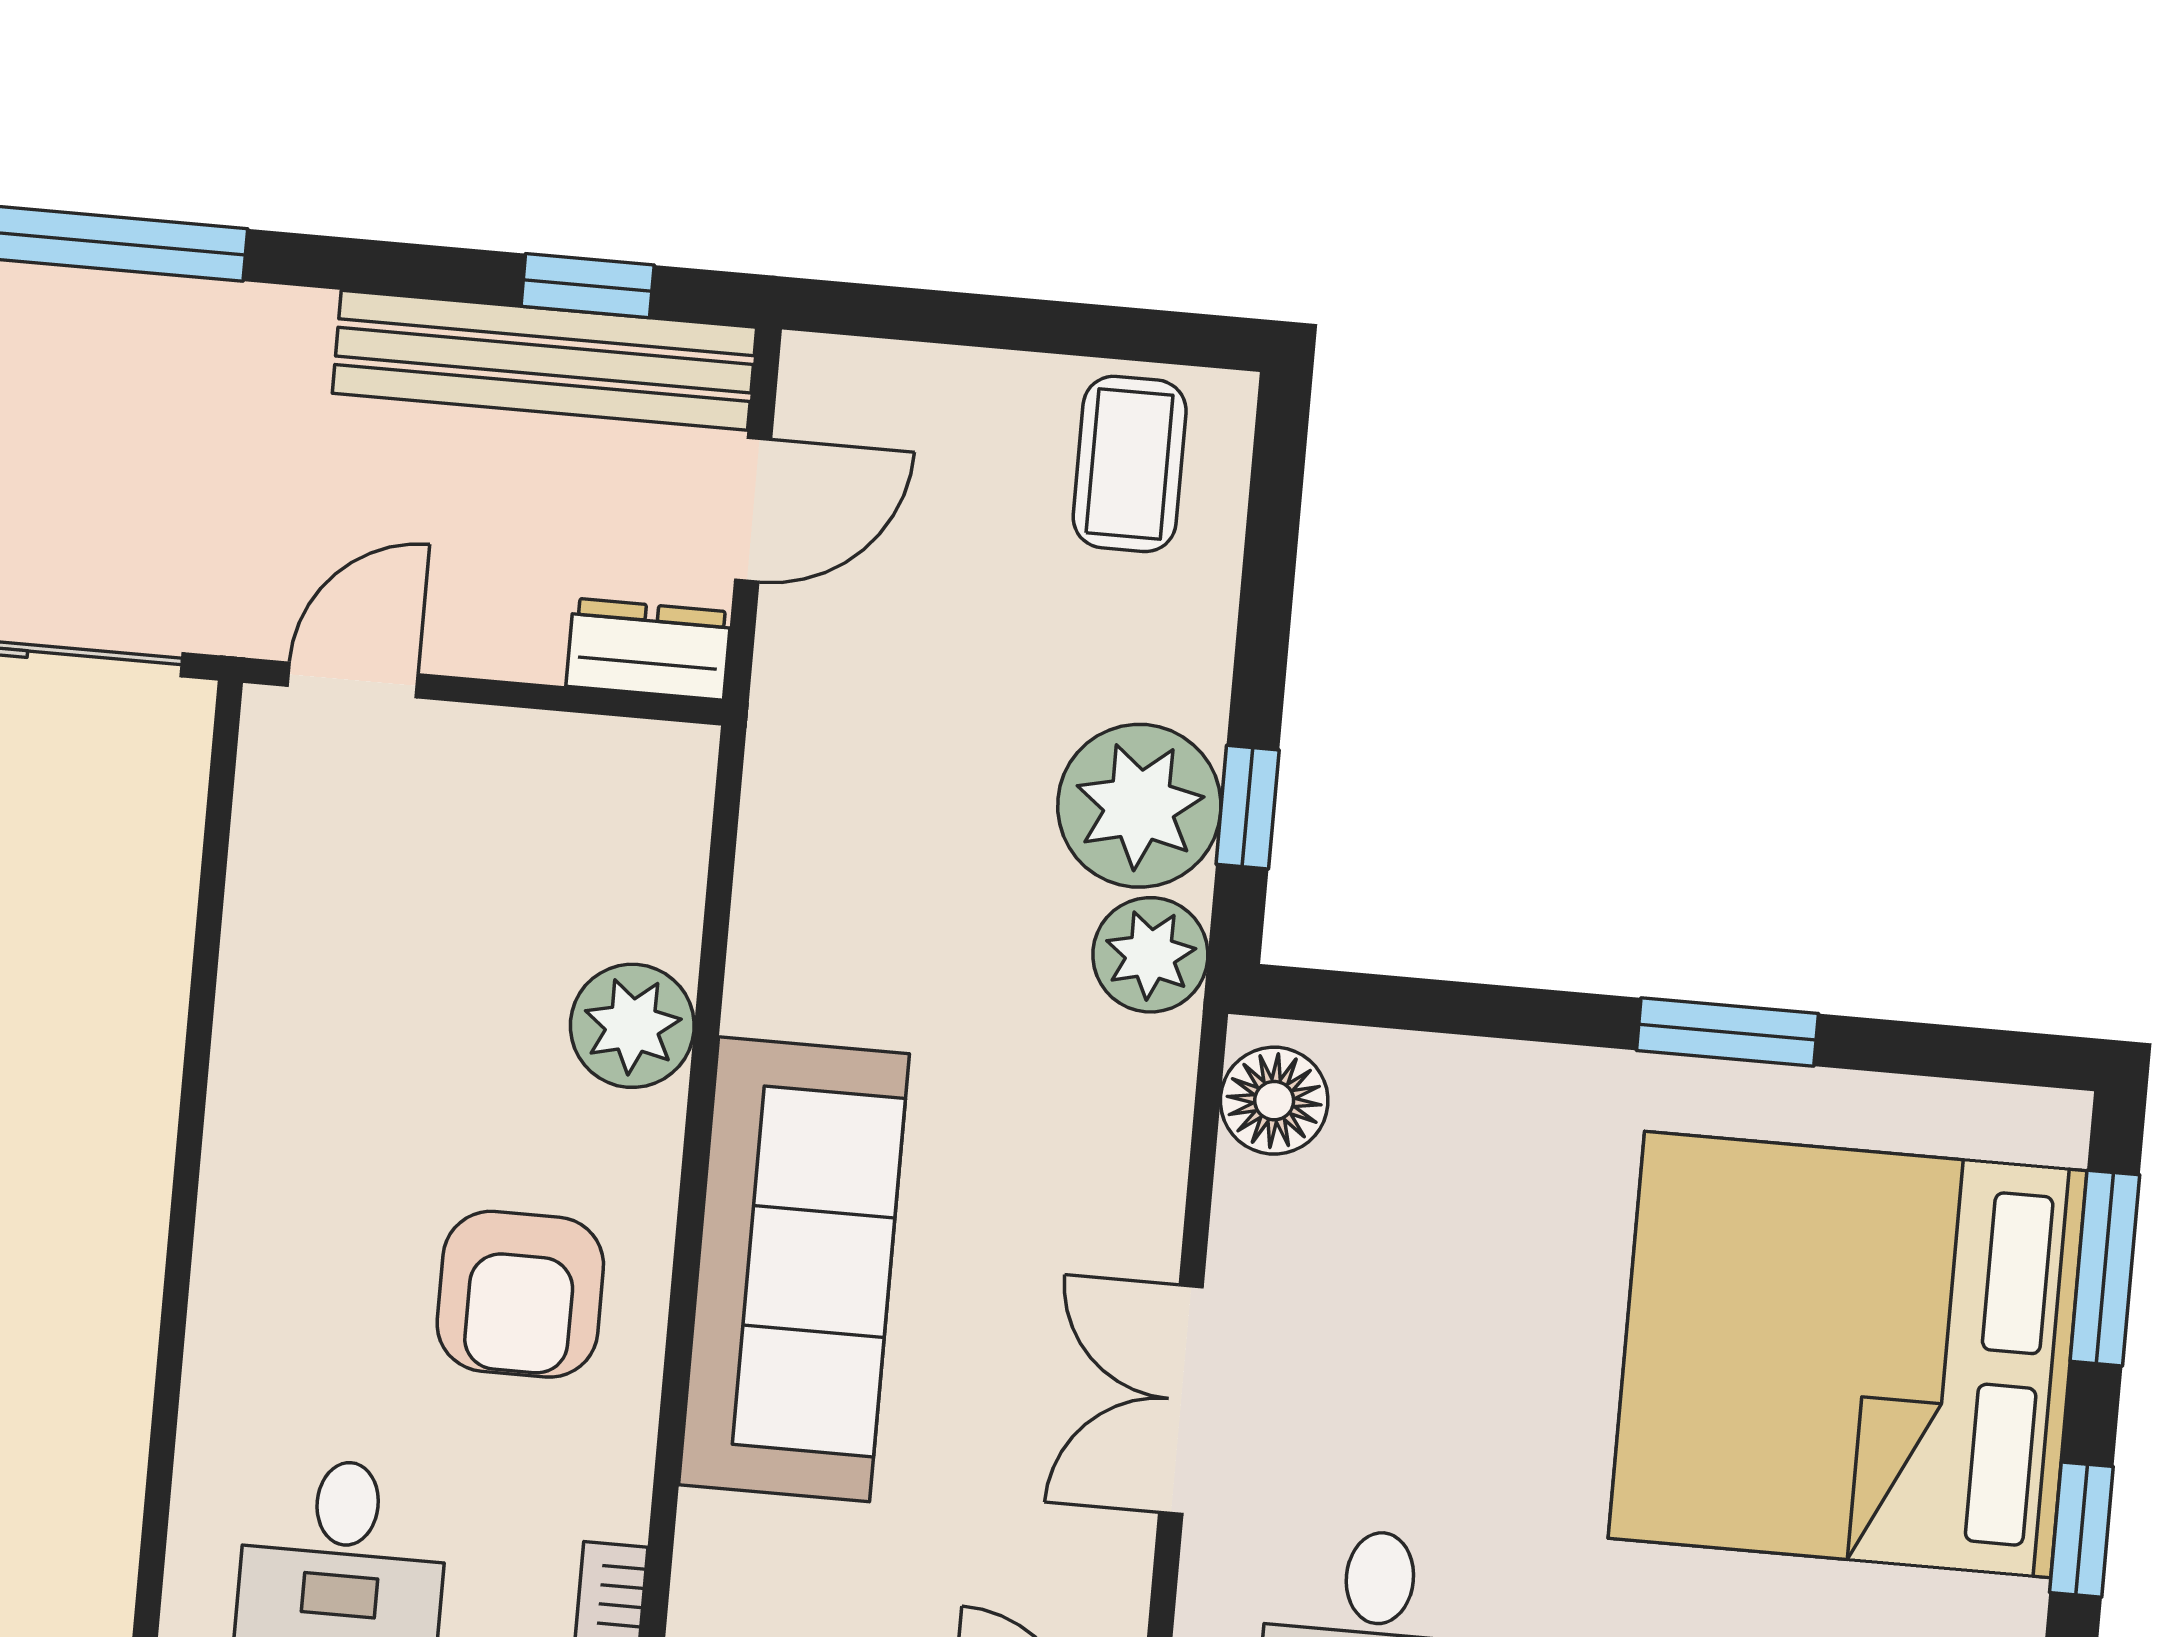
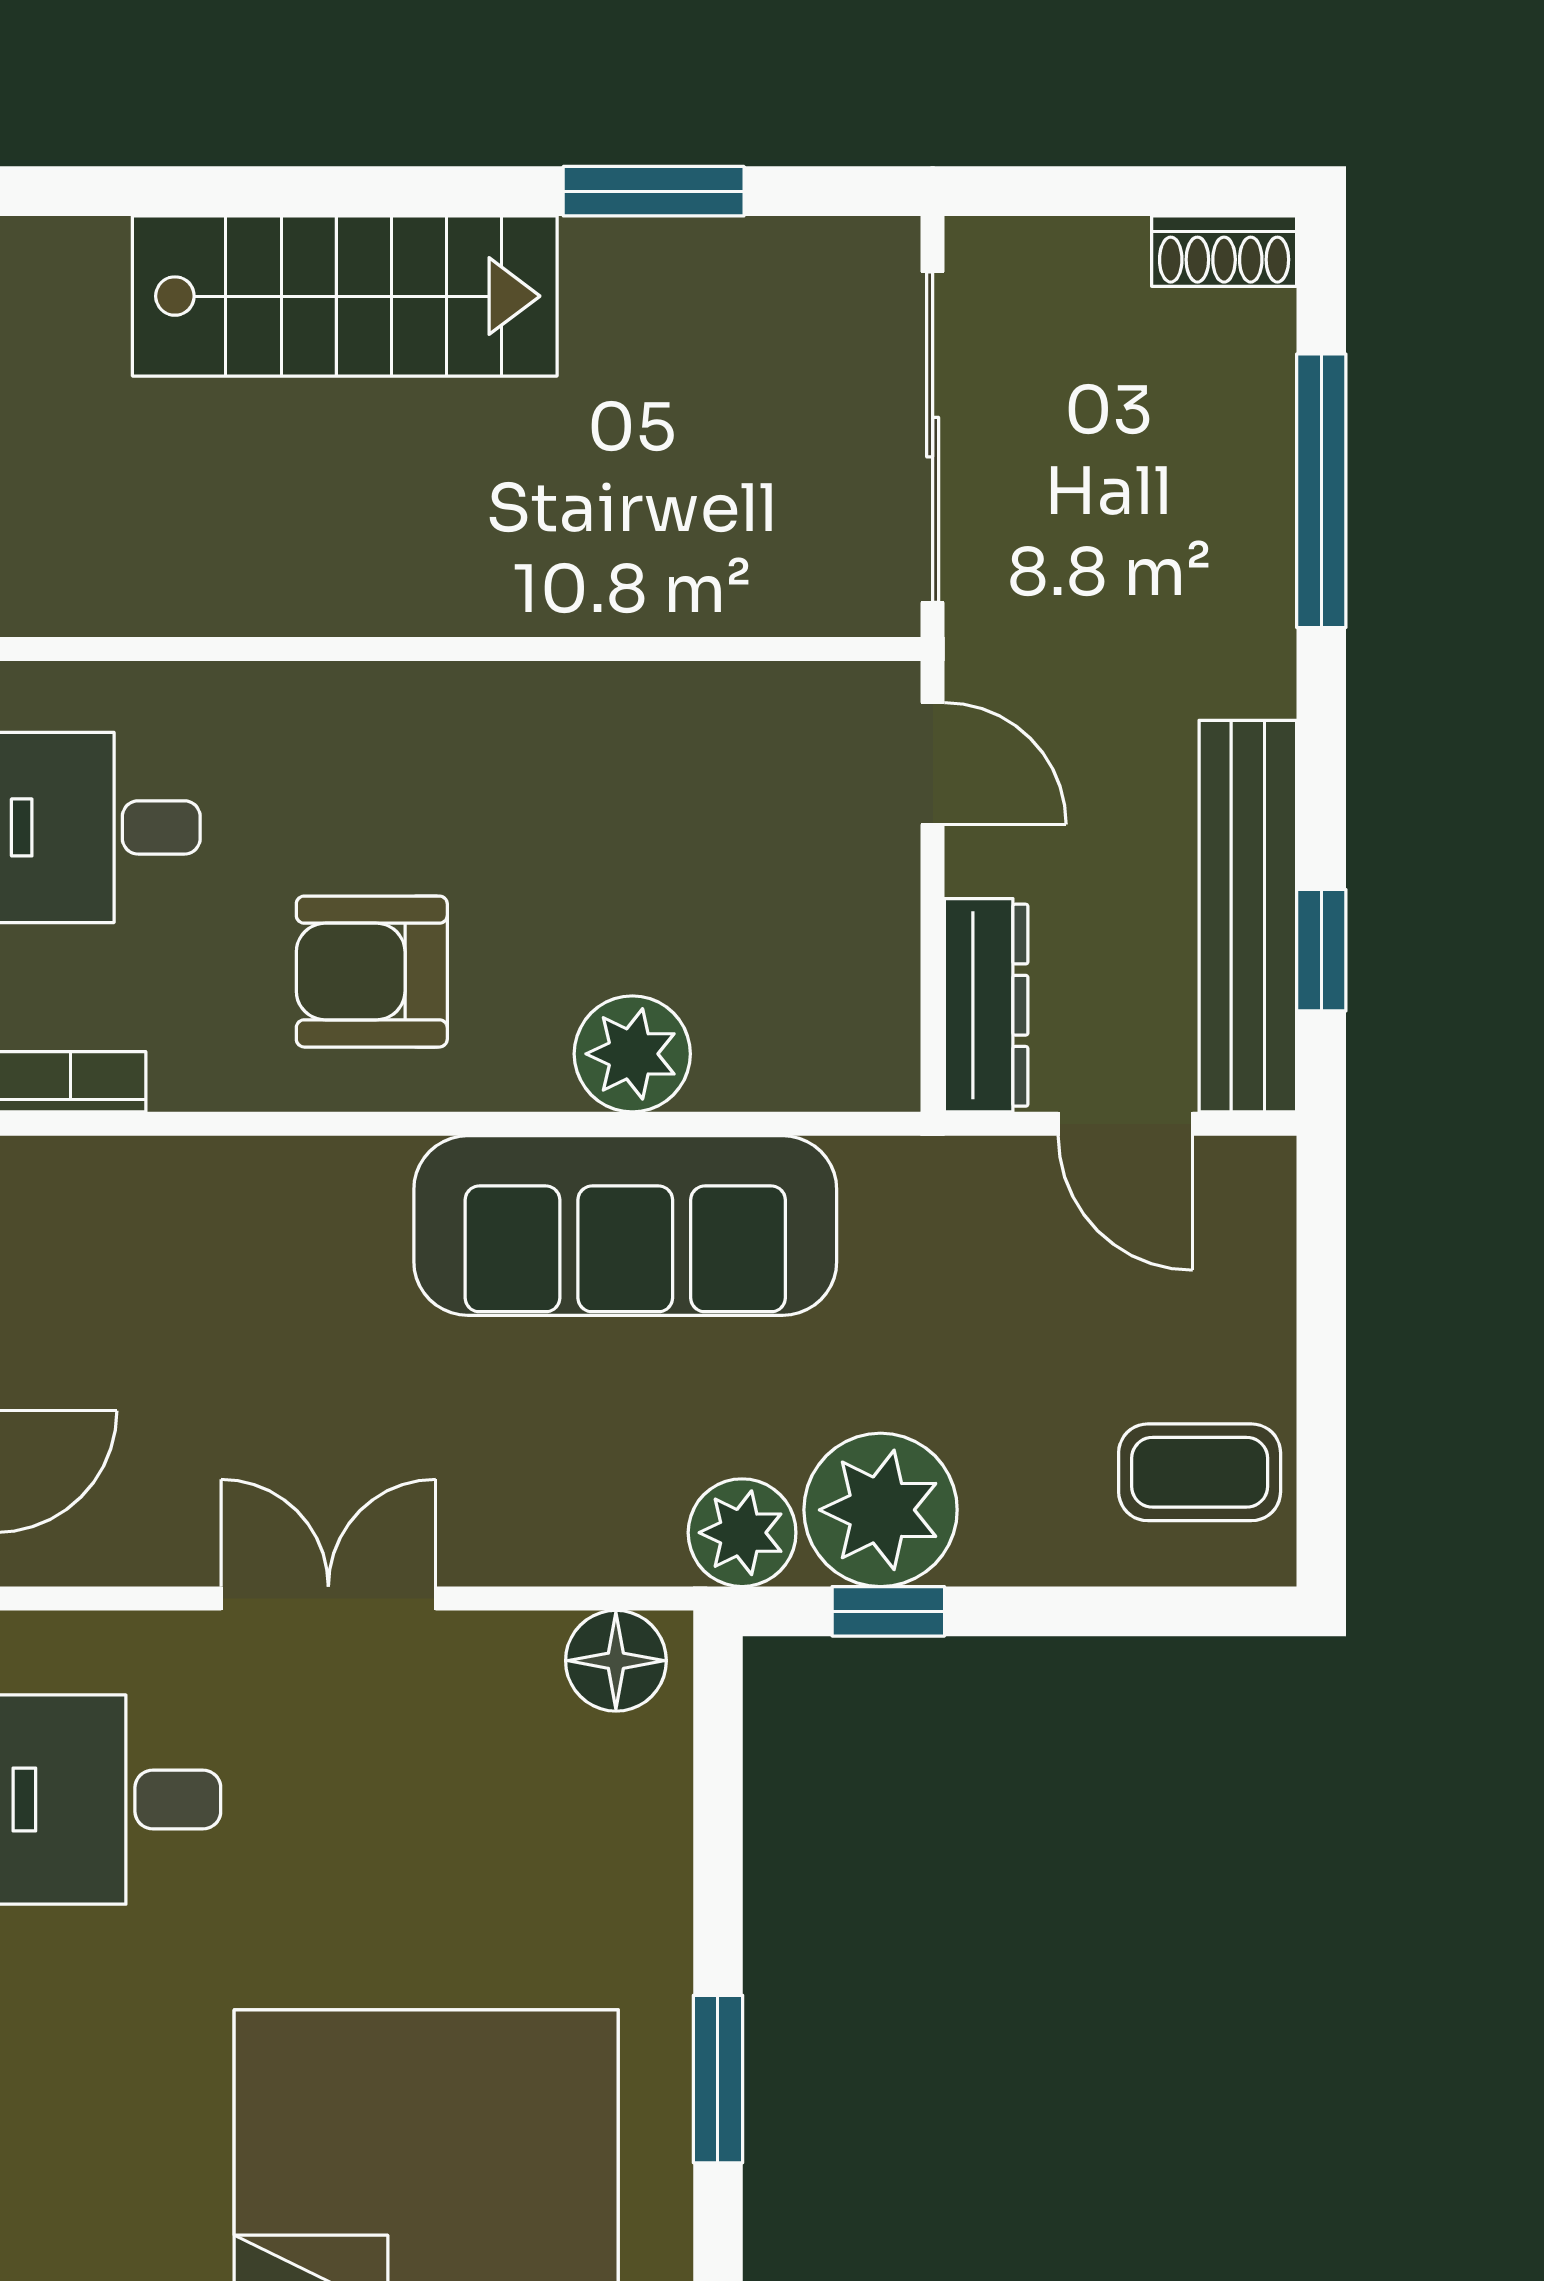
dresser: (649, 649) -> (986, 1005), width x1.44
sofa: (794, 1269) -> (625, 1225), moved

